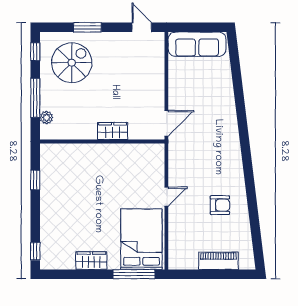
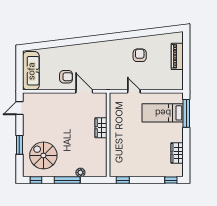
armchair: (188, 96) -> (66, 77), added
wardrobe: (113, 131) -> (101, 128), moved
wall: (102, 141) -> (108, 135), moved
bed: (141, 239) -> (163, 113), width x0.67
wardrobe: (91, 261) -> (177, 153), moved

